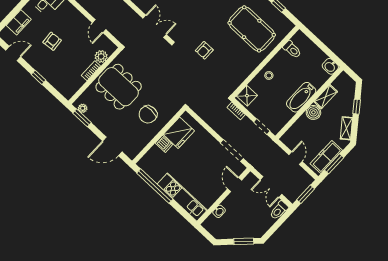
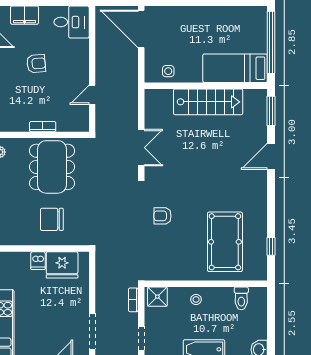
plant: (101, 56) -> (65, 124), removed

